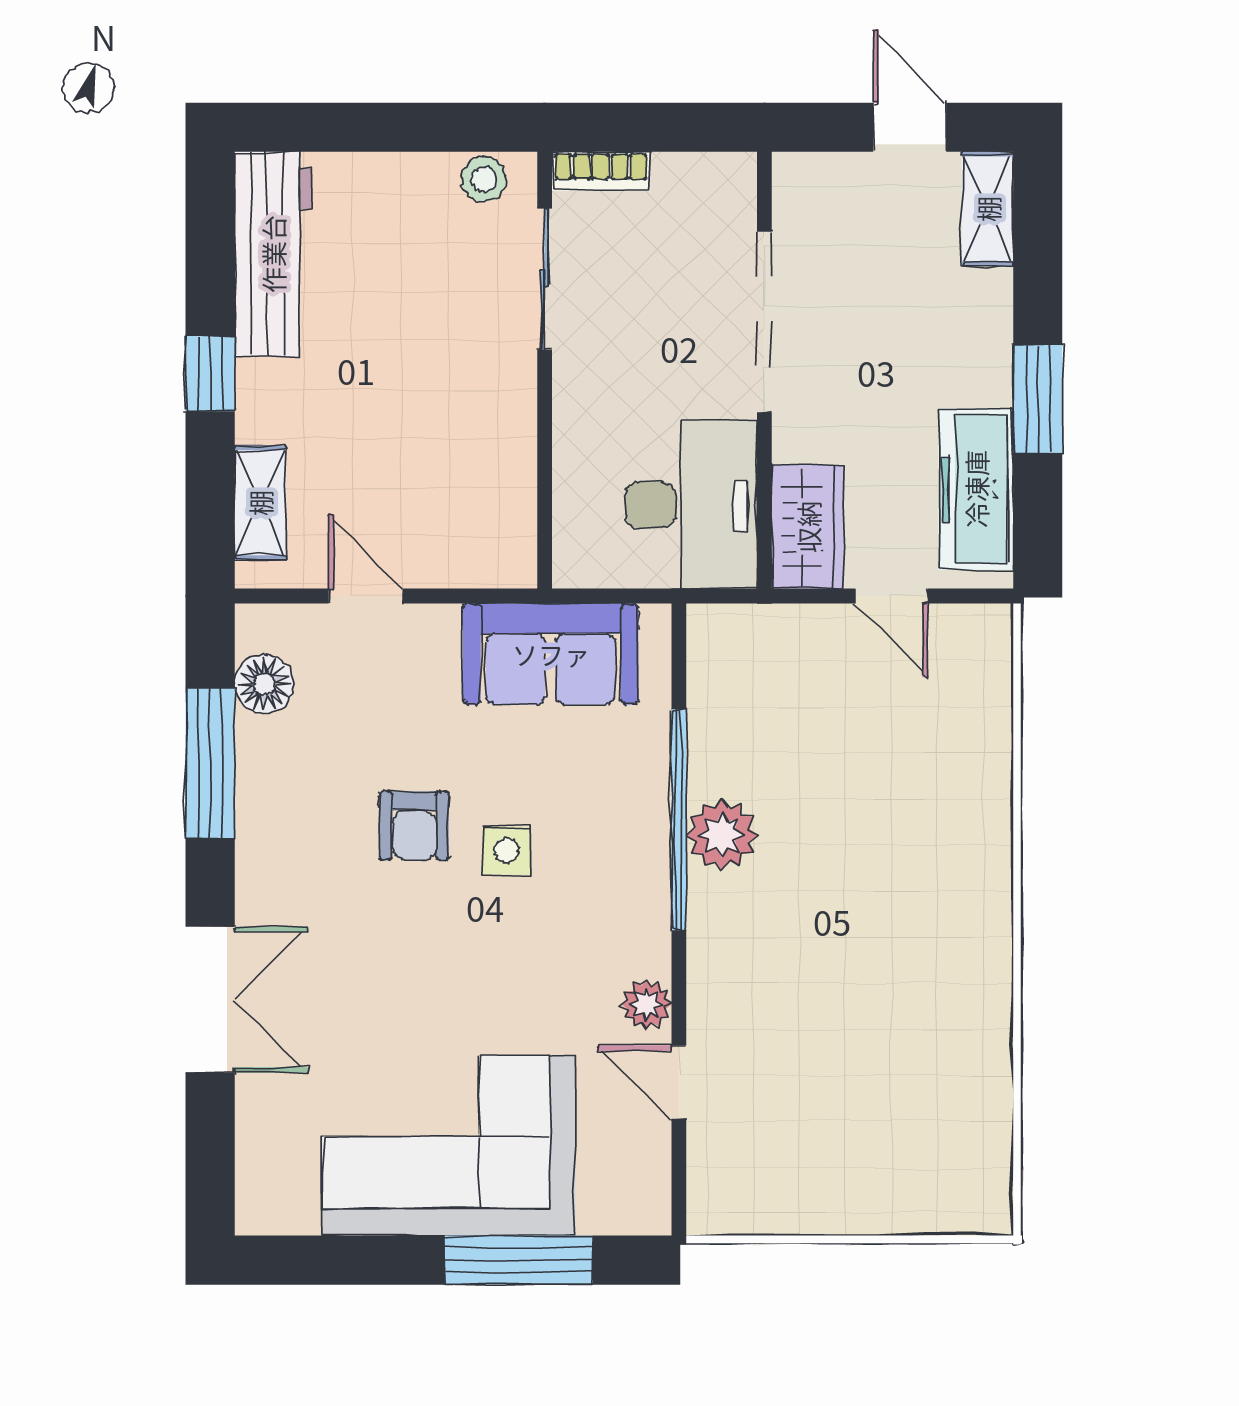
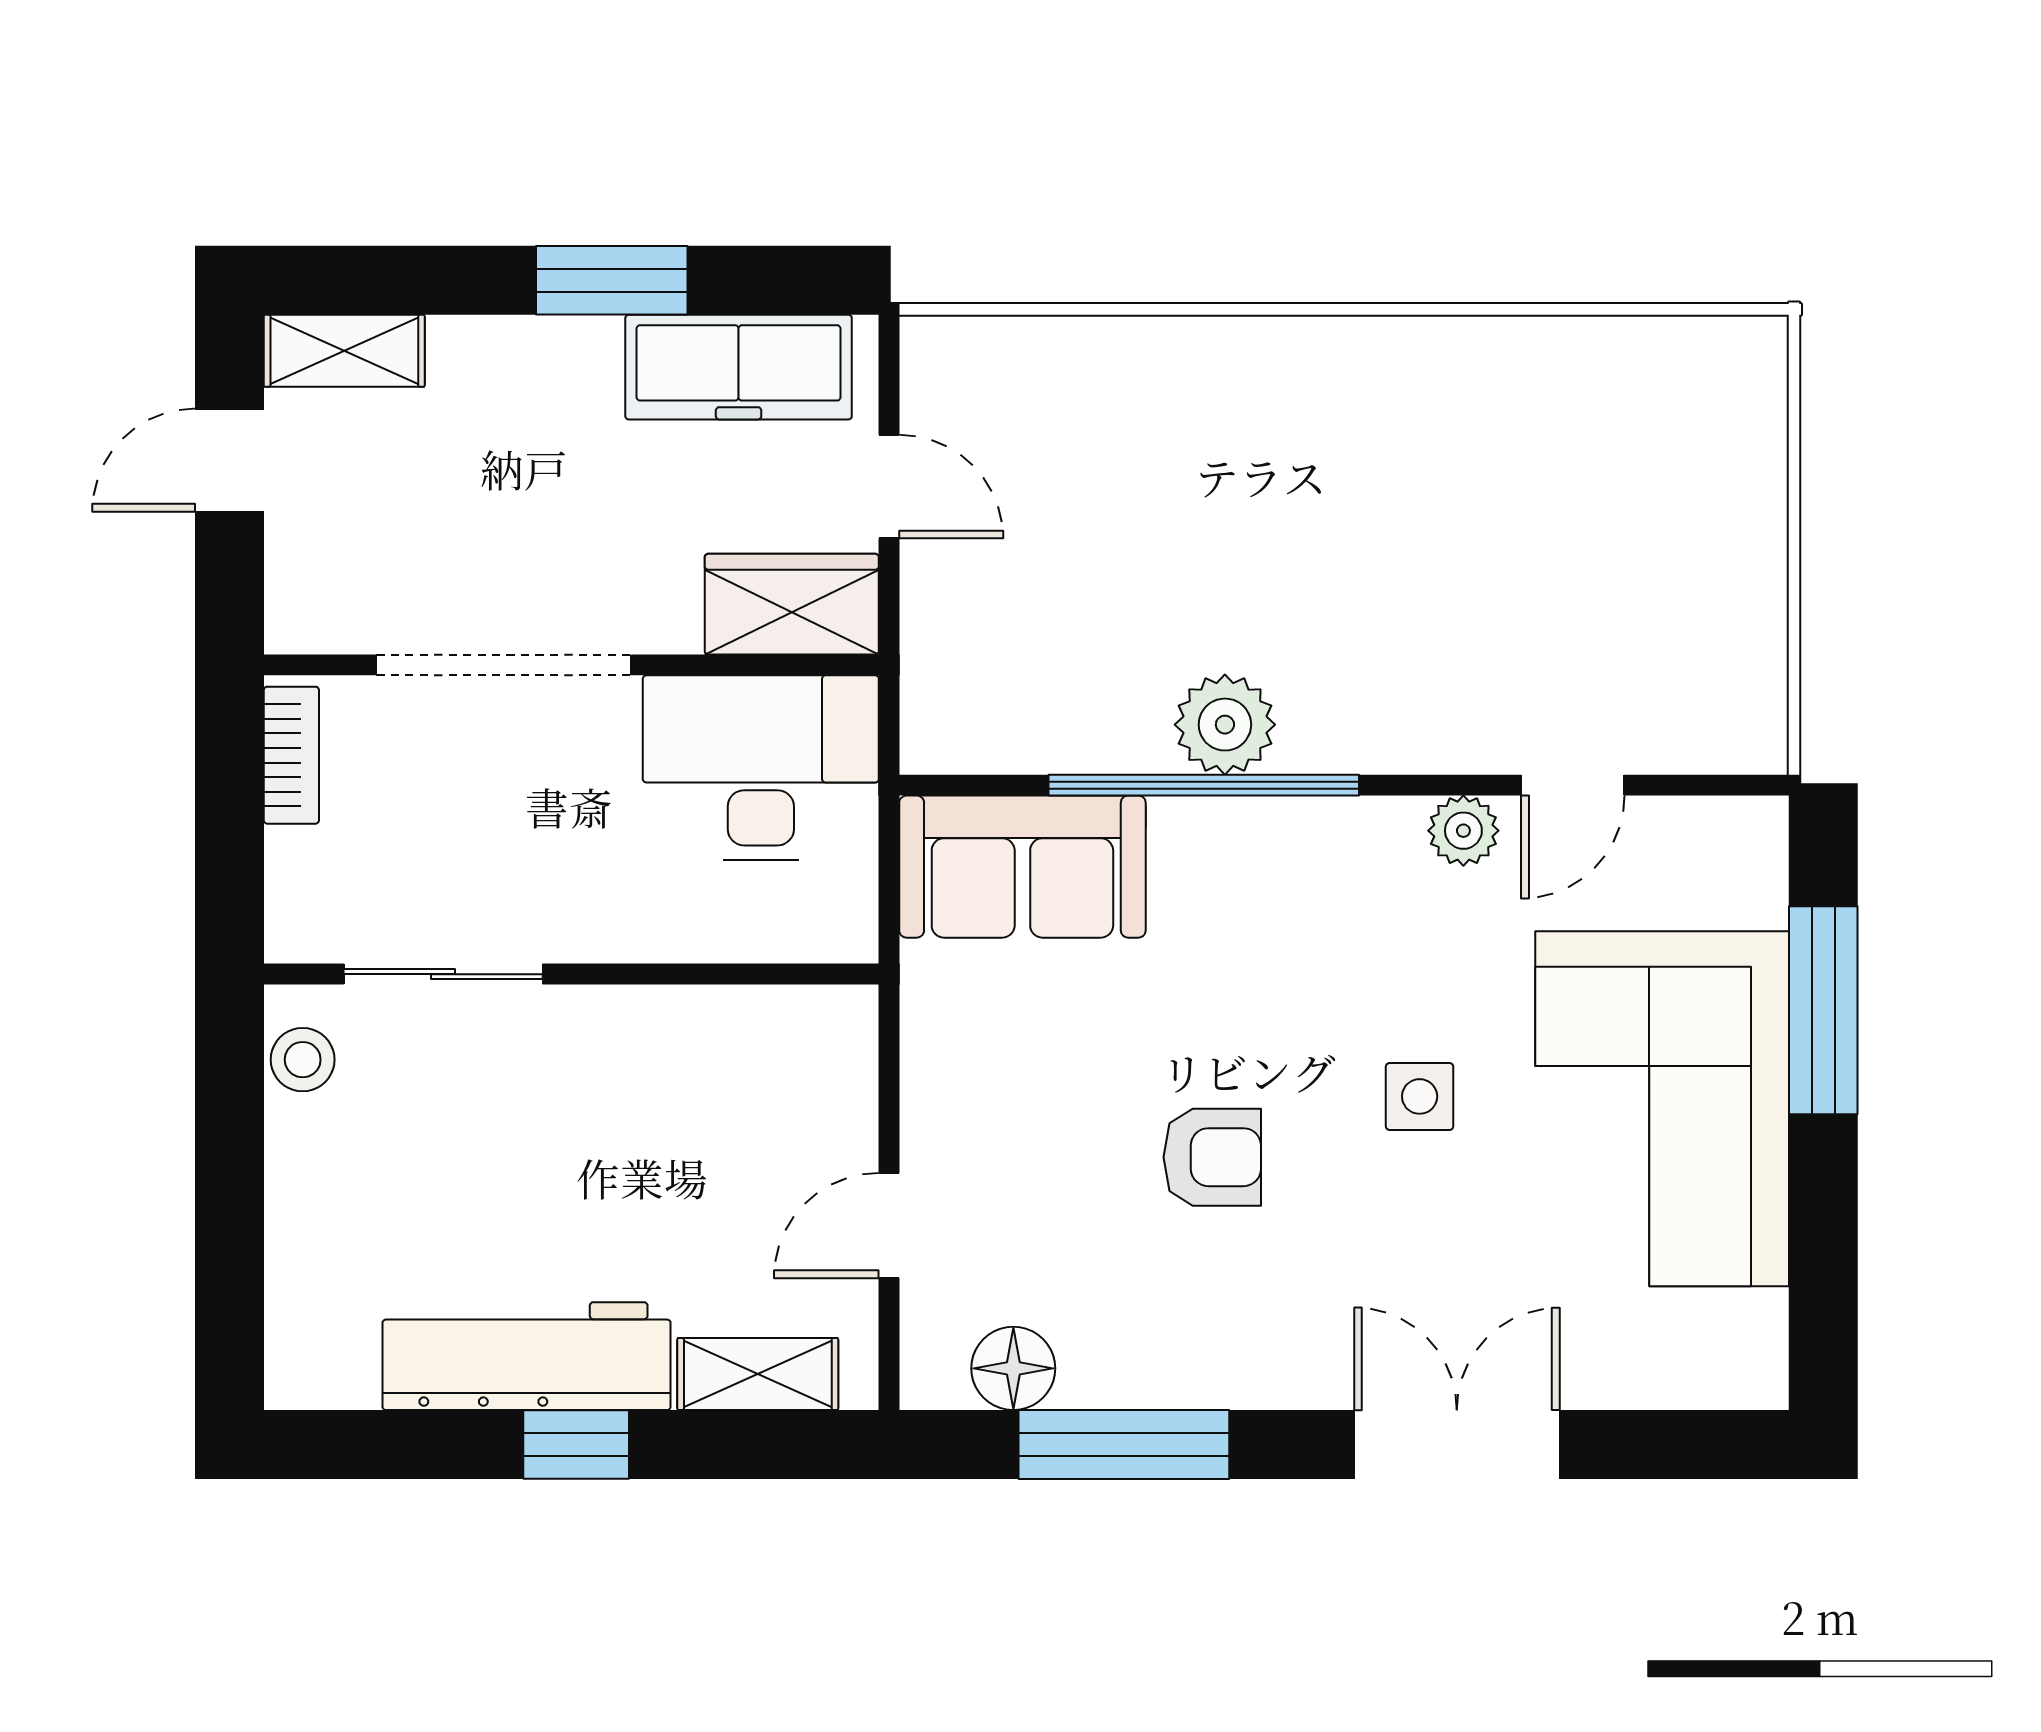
bookcase: (601, 171) -> (291, 755), moved
workbench: (273, 254) -> (527, 1356), moved
door: (891, 596) -> (889, 487), hinge flipped
sofa: (551, 654) -> (1022, 867), moved, turned 90
side table: (507, 850) -> (1420, 1096), moved

